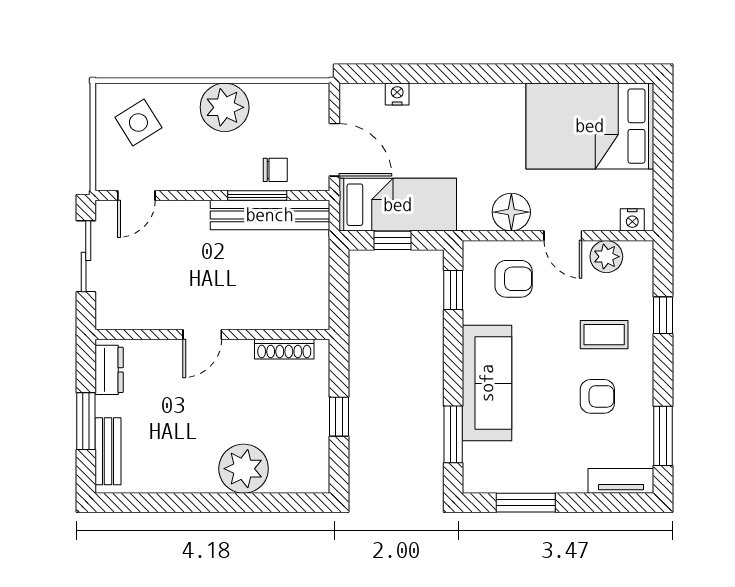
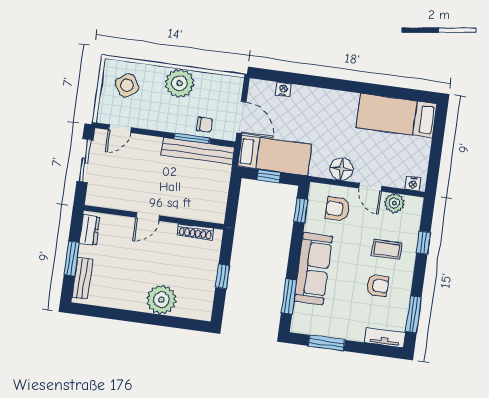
bed: (590, 126) -> (397, 116), width x0.67
armchair: (514, 279) -> (337, 209), turned 180

